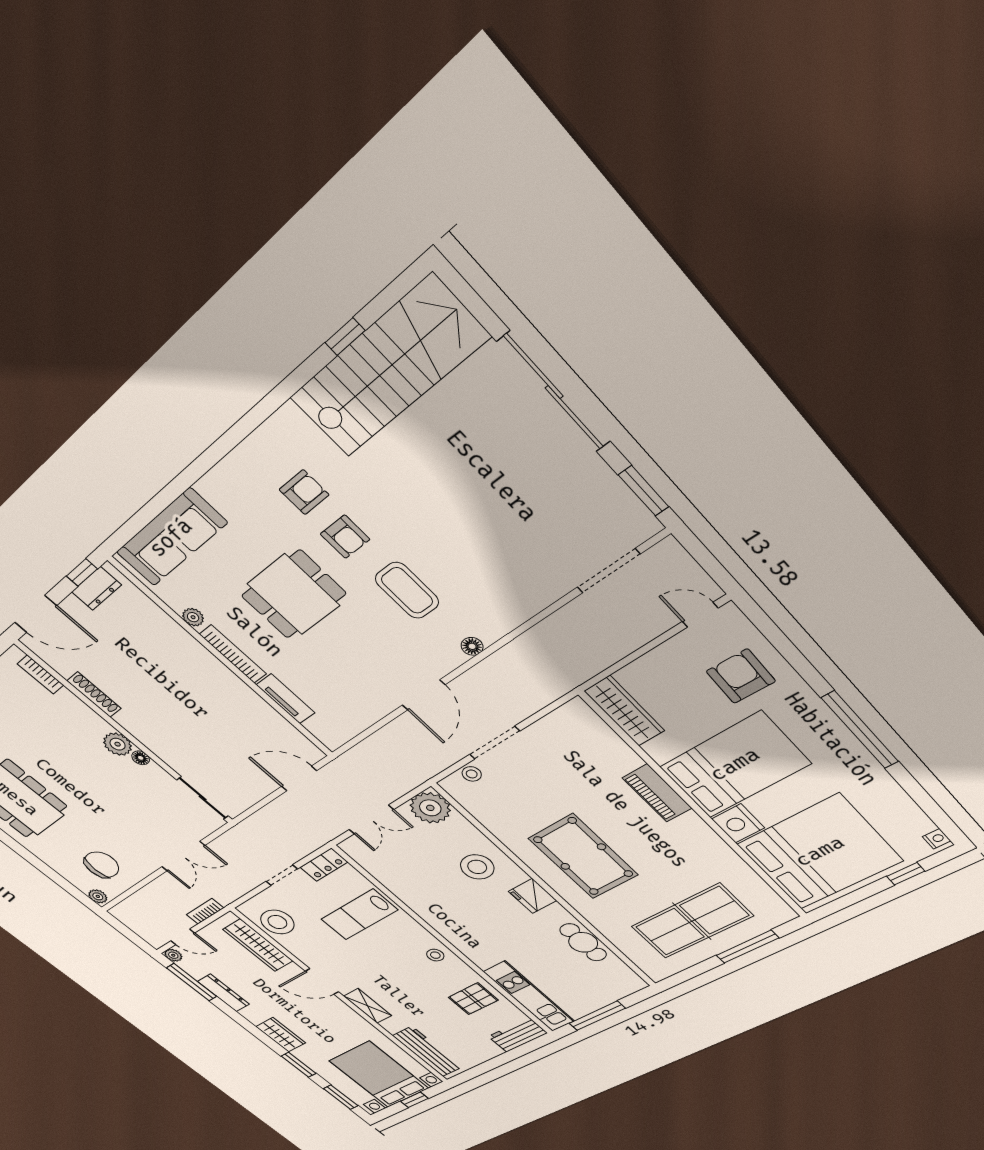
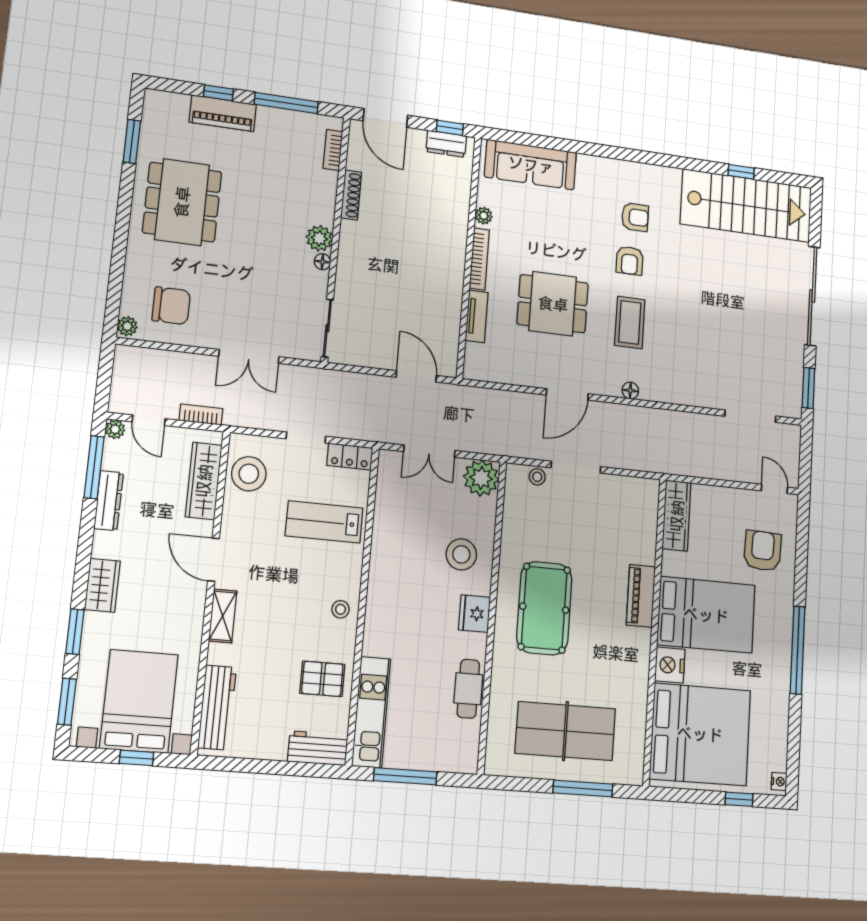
dining table: (294, 595) -> (553, 304), moved

